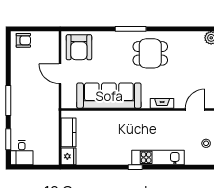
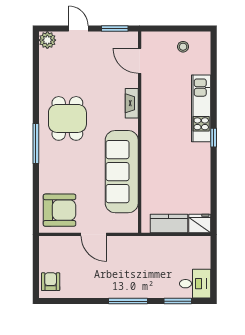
door: (60, 74) -> (94, 234), hinge flipped

